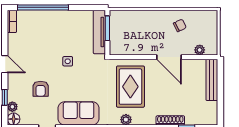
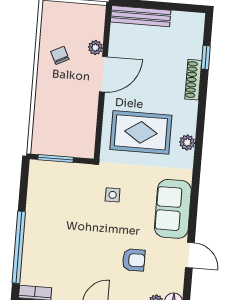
tv unit: (99, 32) -> (60, 170), removed
plant: (200, 50) -> (95, 48), moved
side table: (68, 61) -> (113, 195), moved

